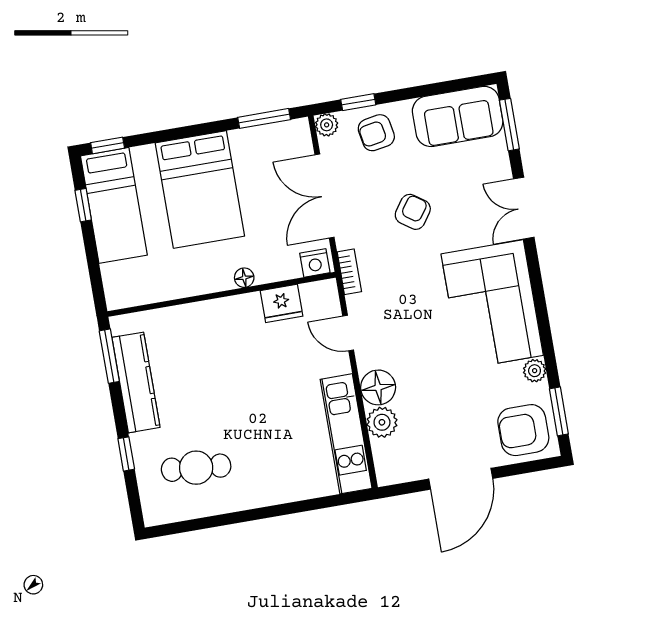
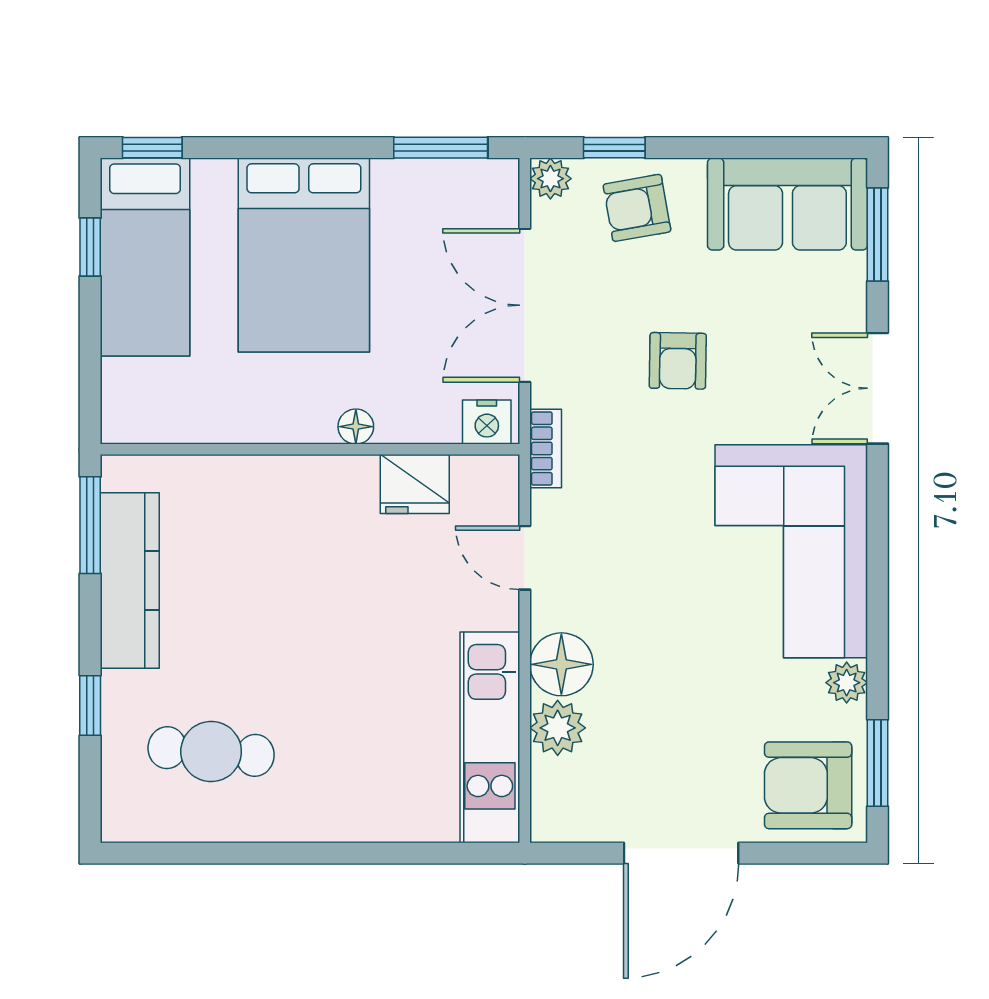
armchair: (413, 212) -> (678, 361), turned 146

